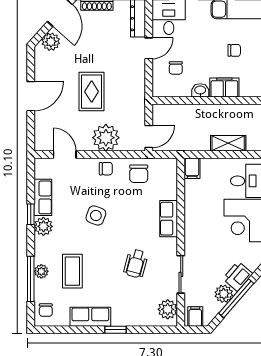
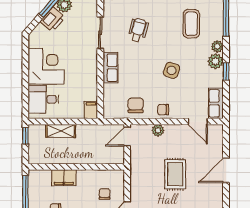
washbasin: (200, 90) -> (84, 175), removed
plant: (106, 138) -> (158, 130), width x0.53, depth x0.53
row of seats: (43, 197) -> (216, 103), moved
plant: (41, 271) -> (217, 46), moved
sliding door: (181, 274) -> (100, 33), moved

